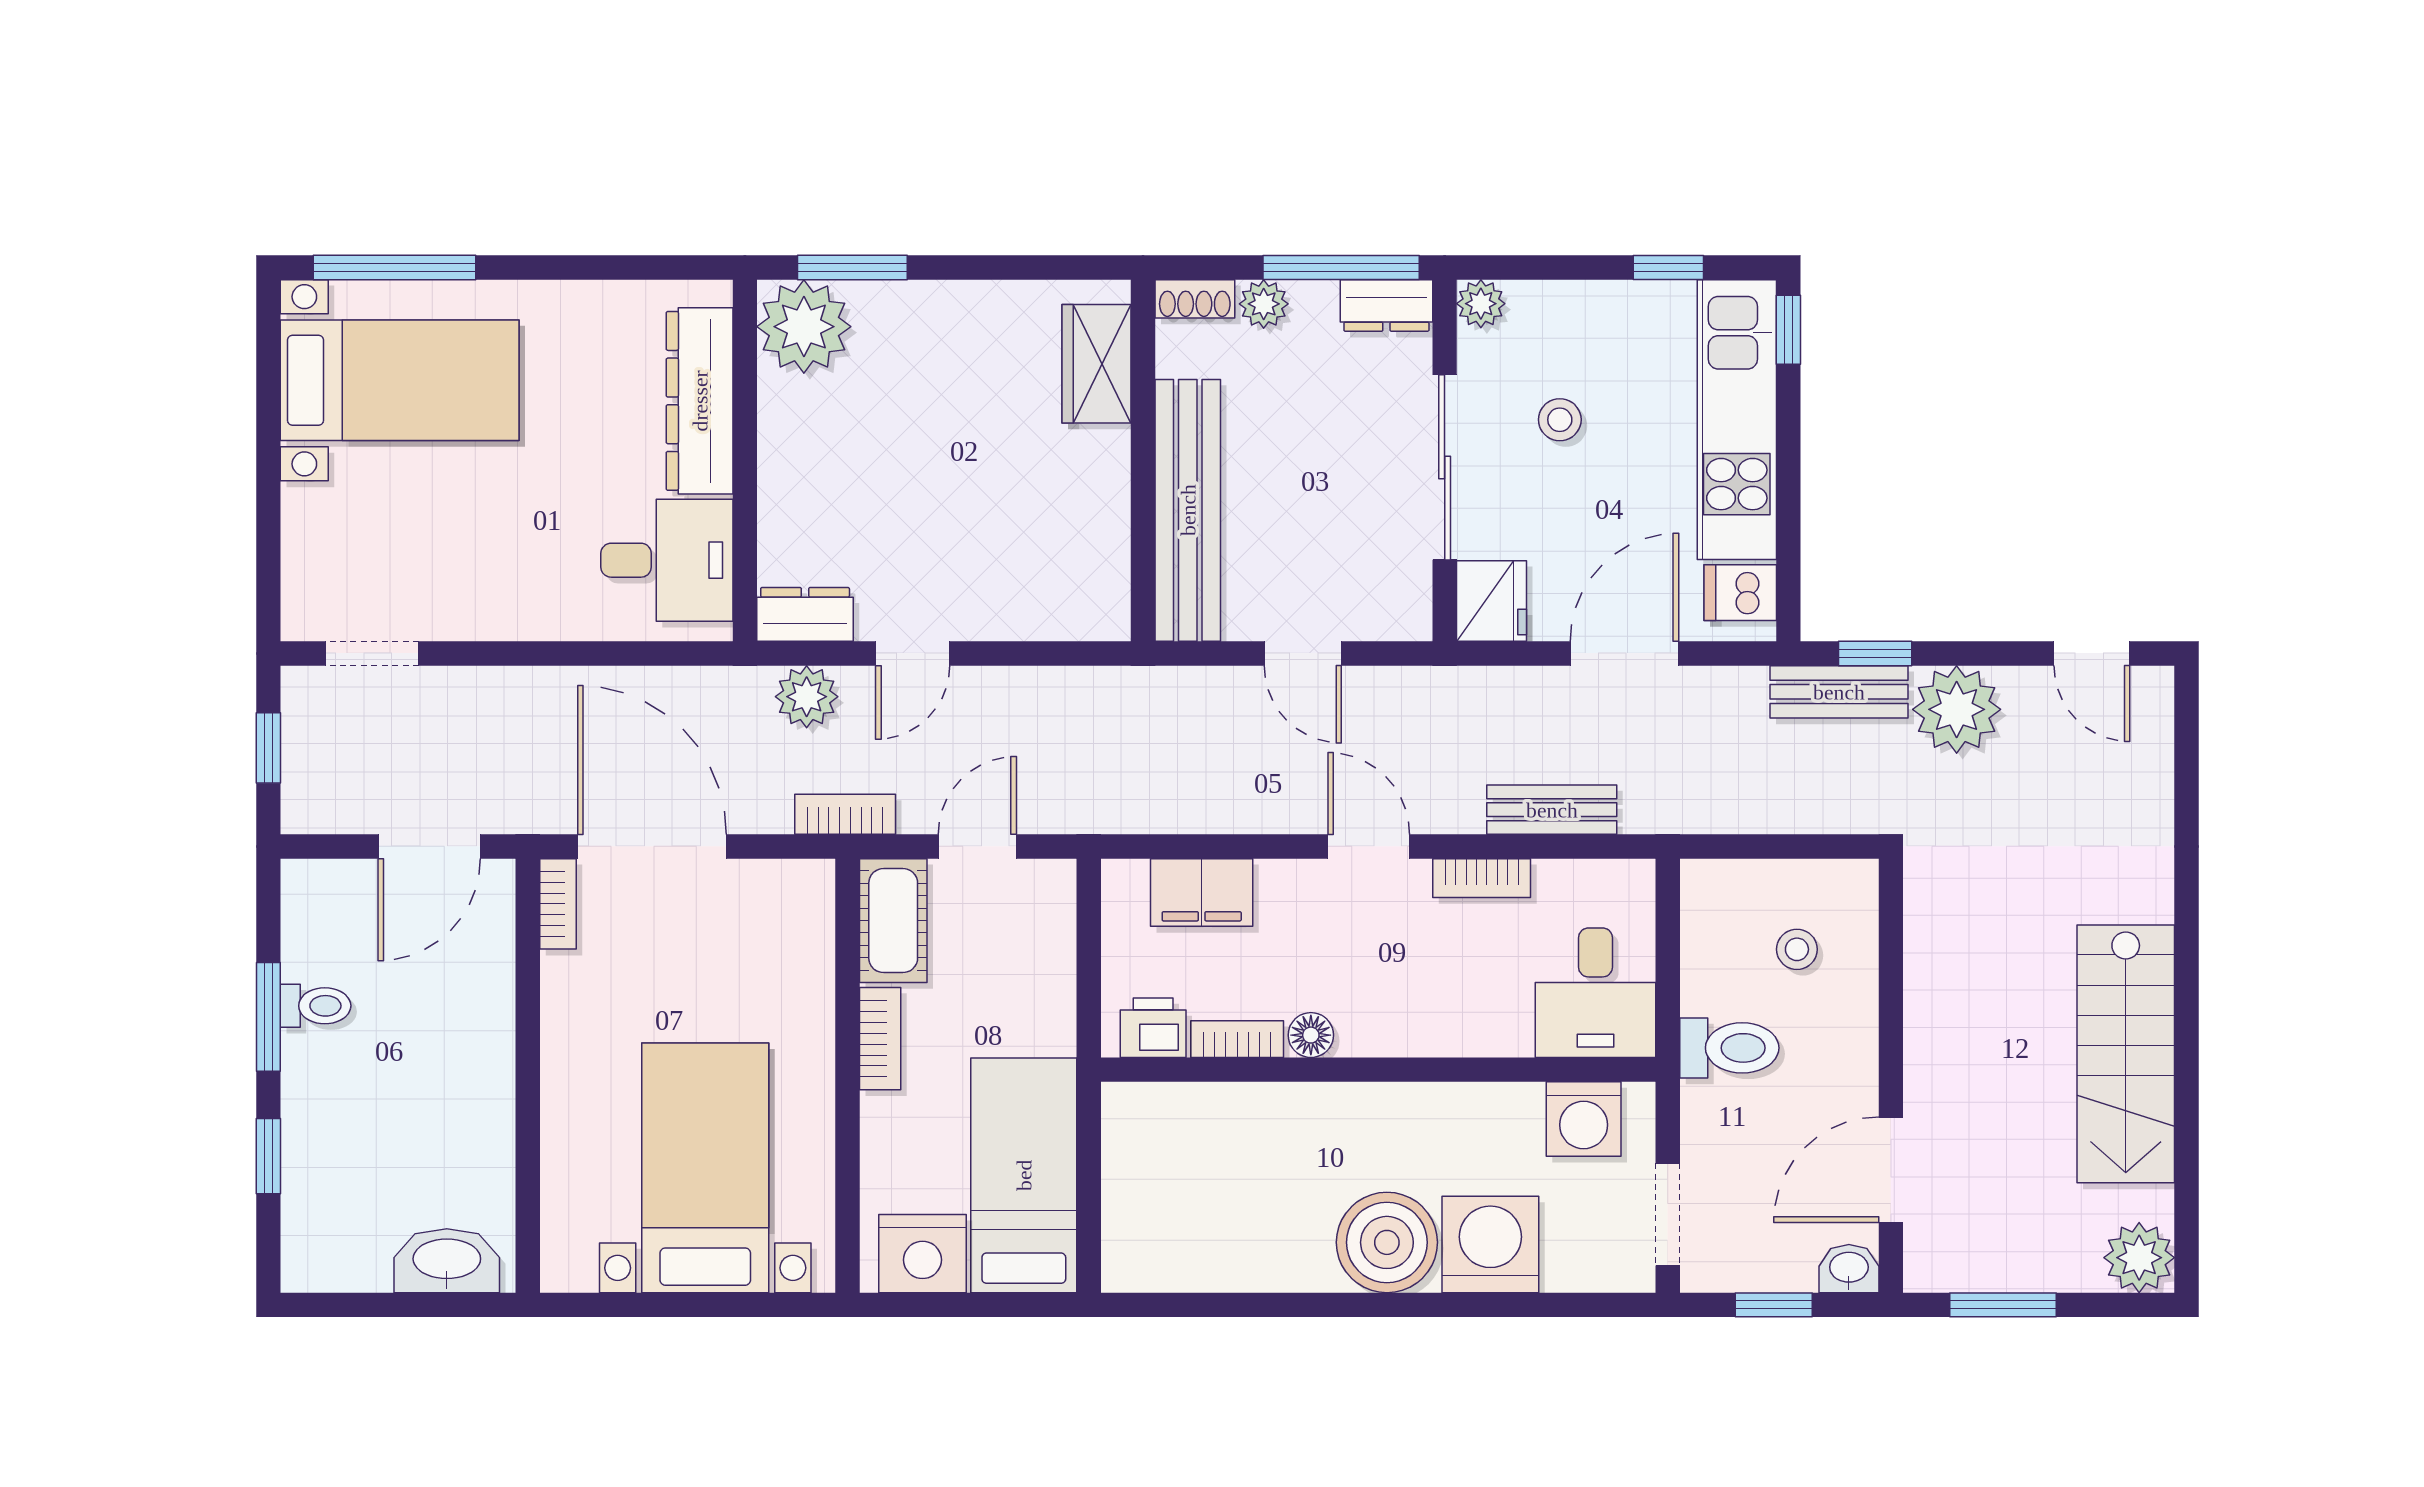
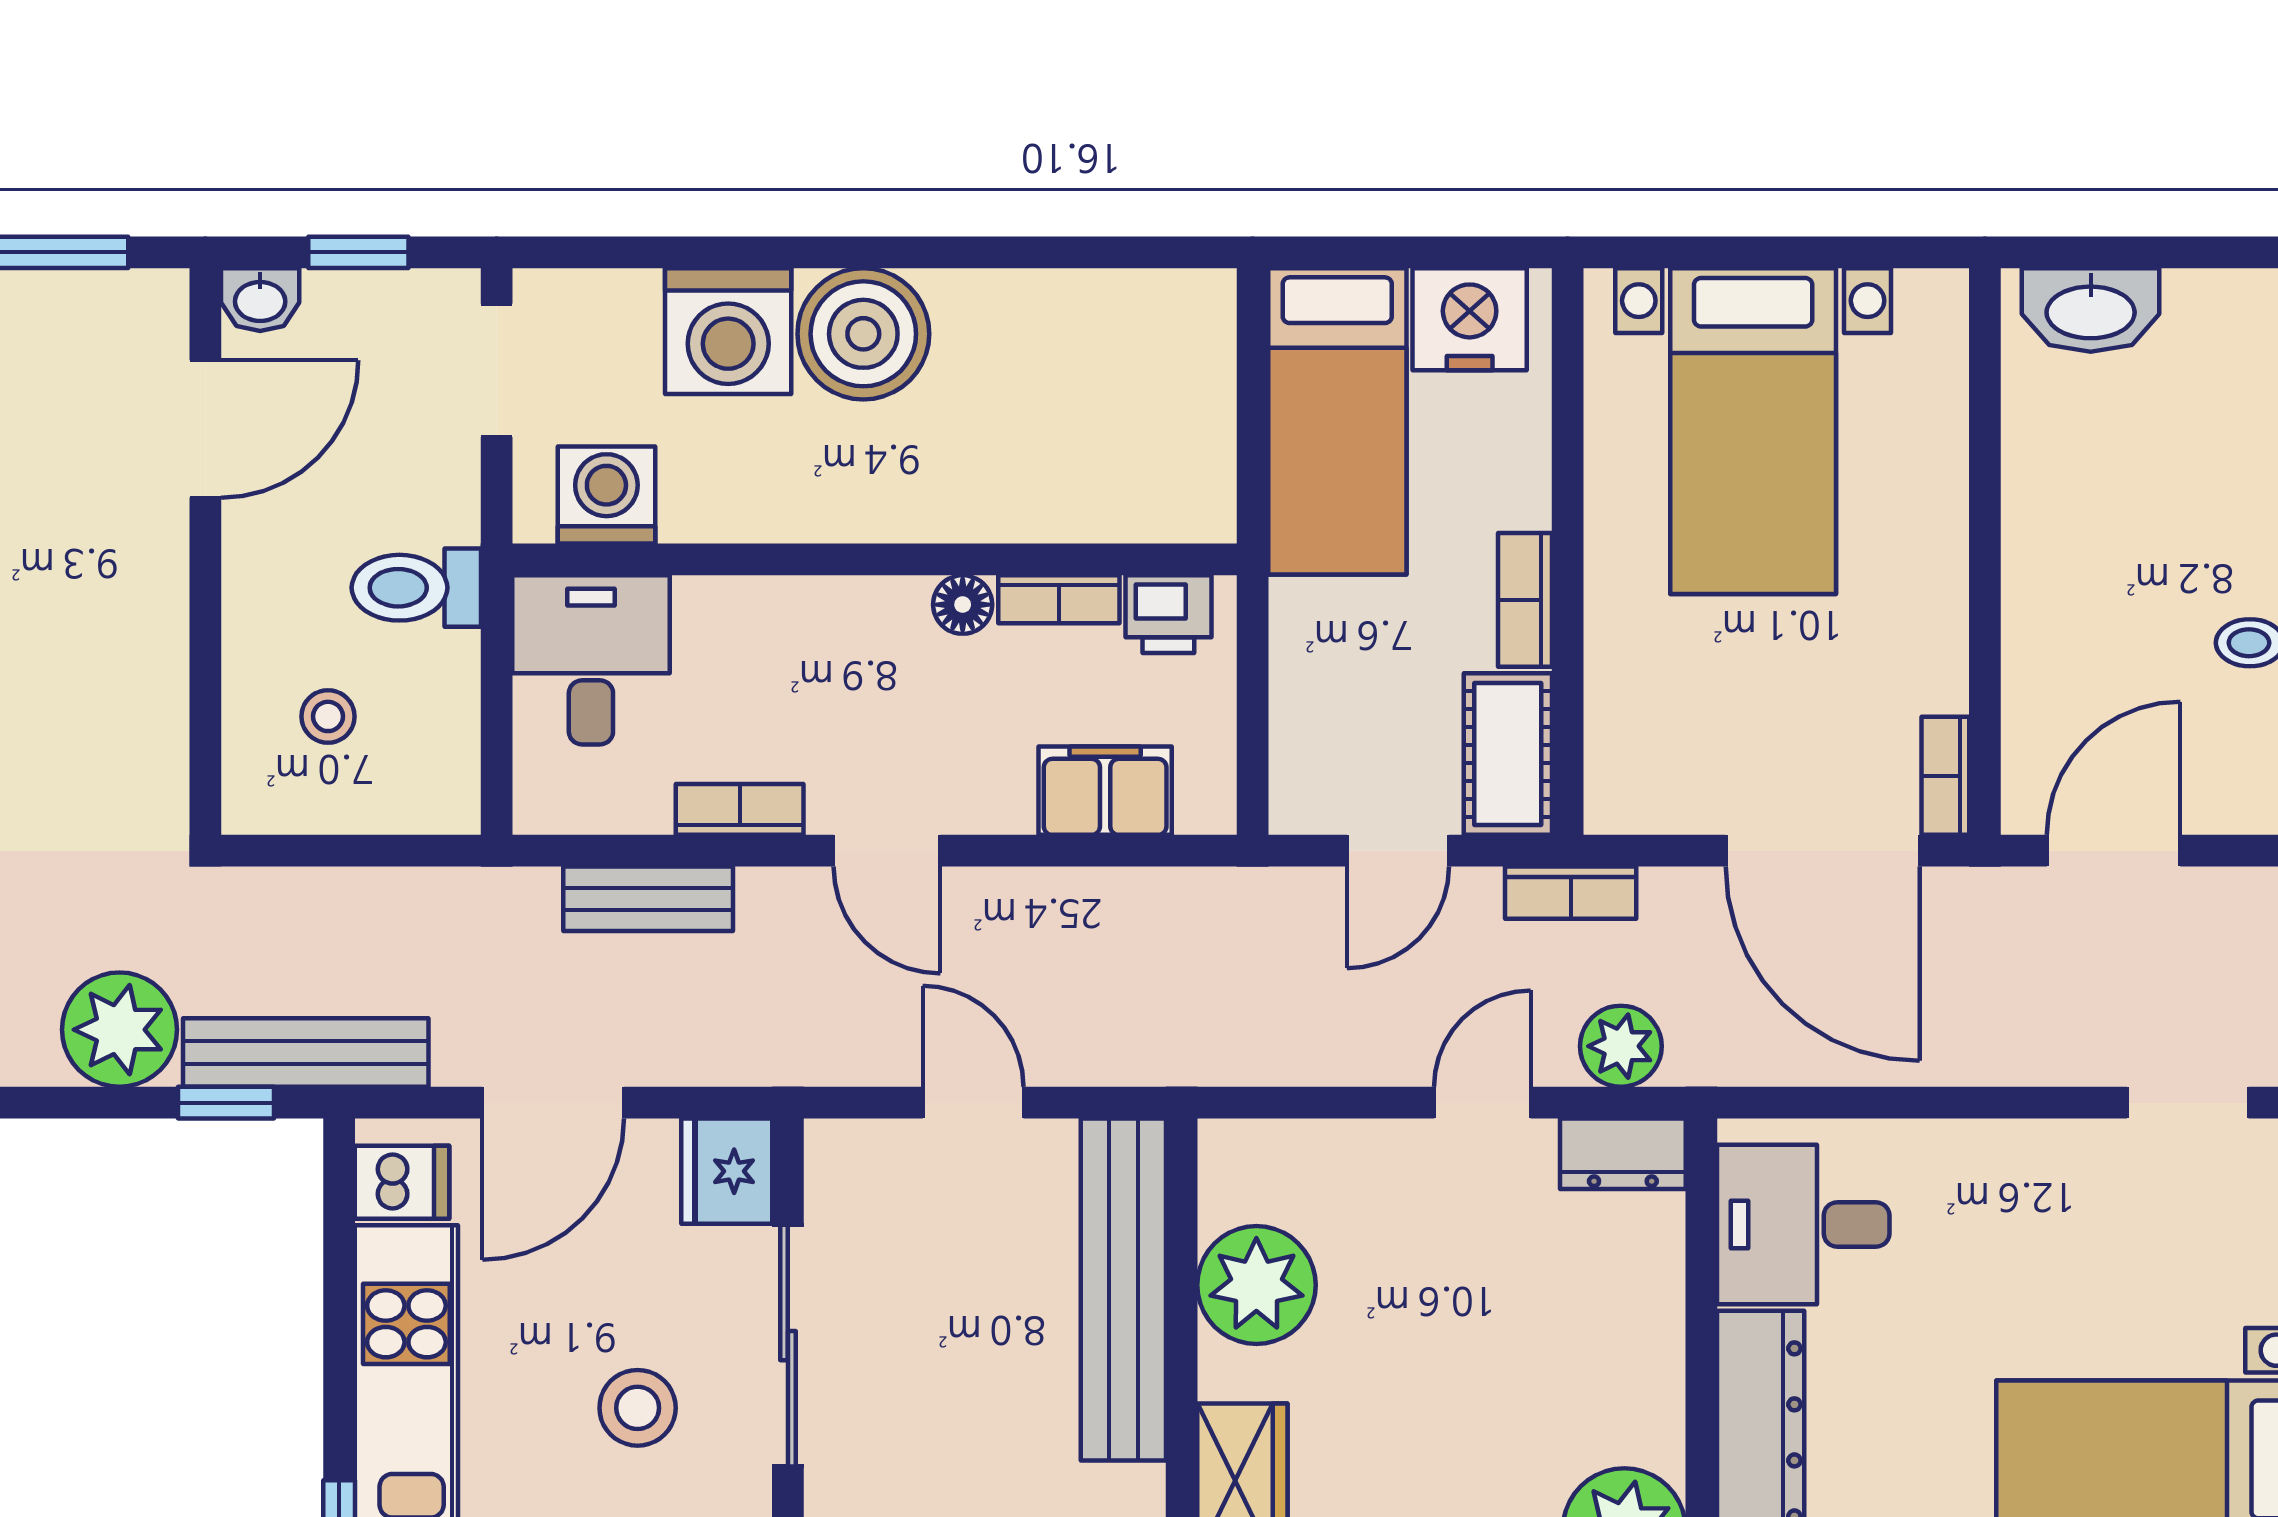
stool: (1560, 420) -> (638, 1408), width x1.37, depth x1.37
plant: (1086, 514) -> (1256, 1285), added
bench: (1839, 692) -> (306, 1053), width x1.36

